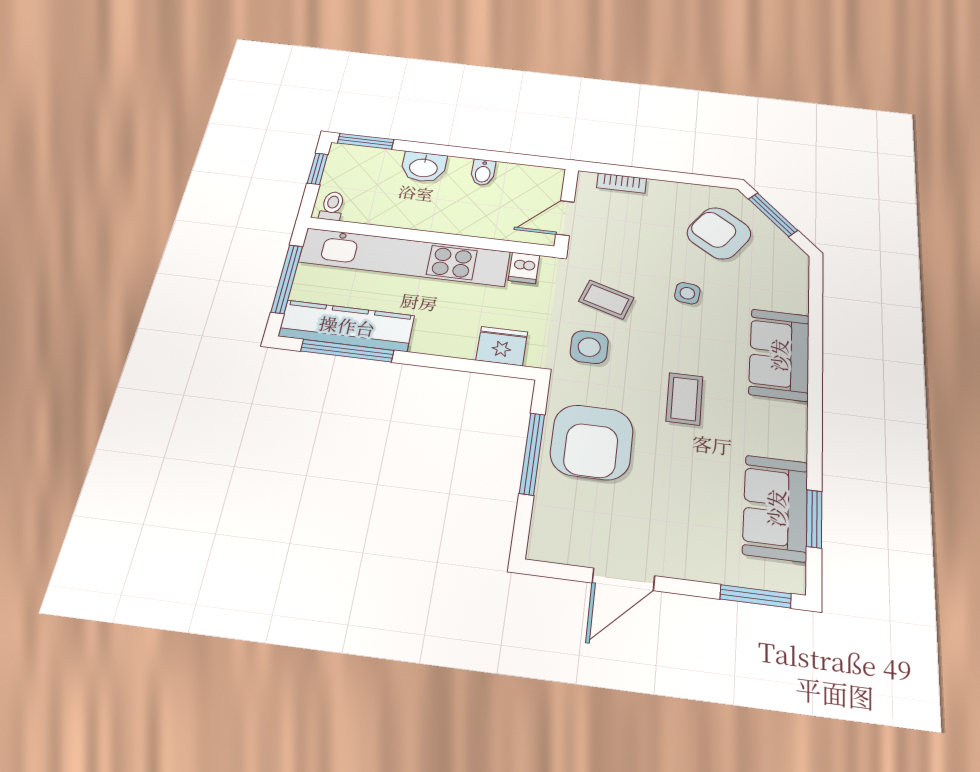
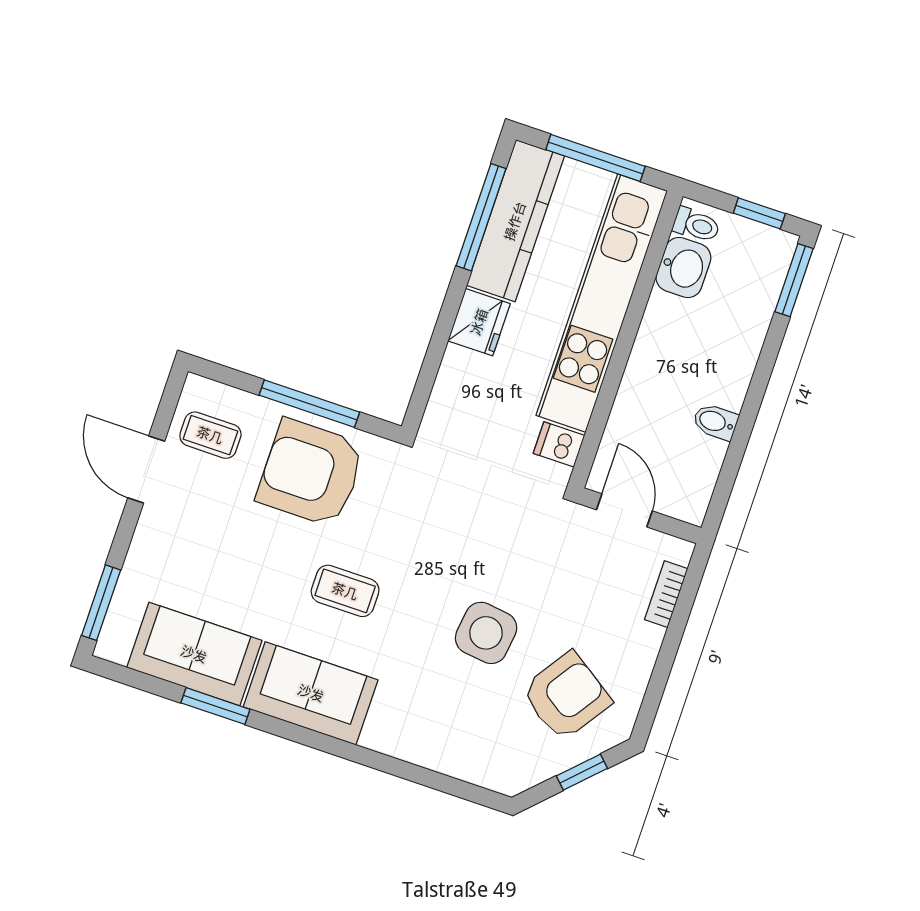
washbasin: (424, 167) -> (683, 268), moved, turned 180
window: (773, 215) -> (582, 772), width x0.67
side table: (687, 293) -> (486, 633), width x1.87, depth x1.87
coffee table: (606, 300) -> (210, 435), moved, turned 72
fridge: (502, 346) -> (479, 322), moved
side table: (589, 347) -> (433, 498), removed
sofa: (779, 355) -> (311, 693), moved
window: (814, 519) -> (215, 706), moved

